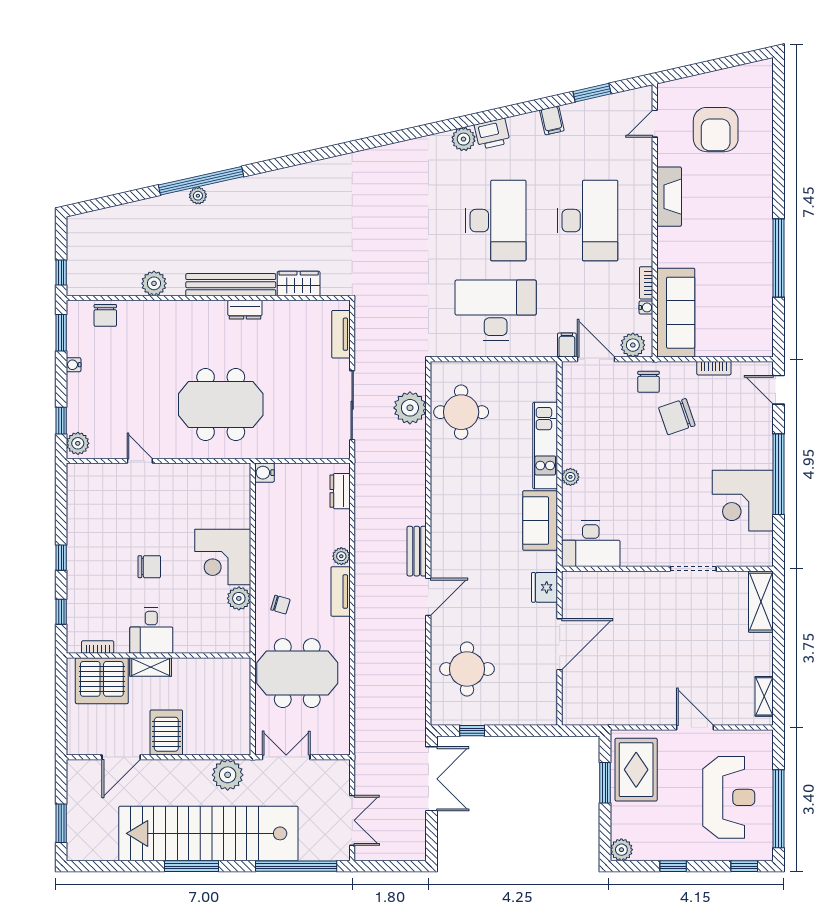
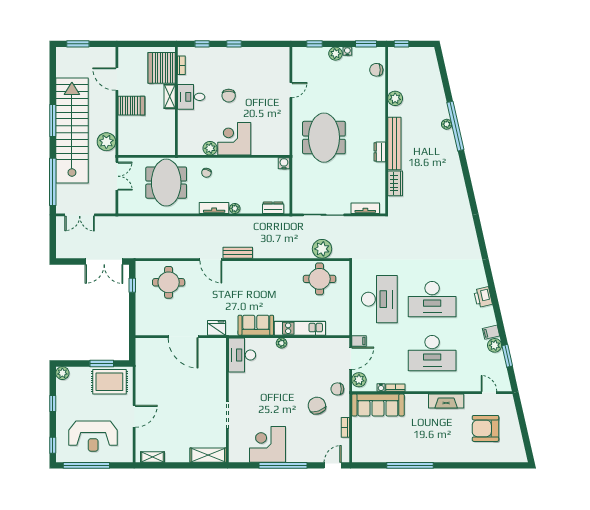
plant: (464, 139) -> (495, 345), moved
plant: (78, 443) -> (336, 54), moved

